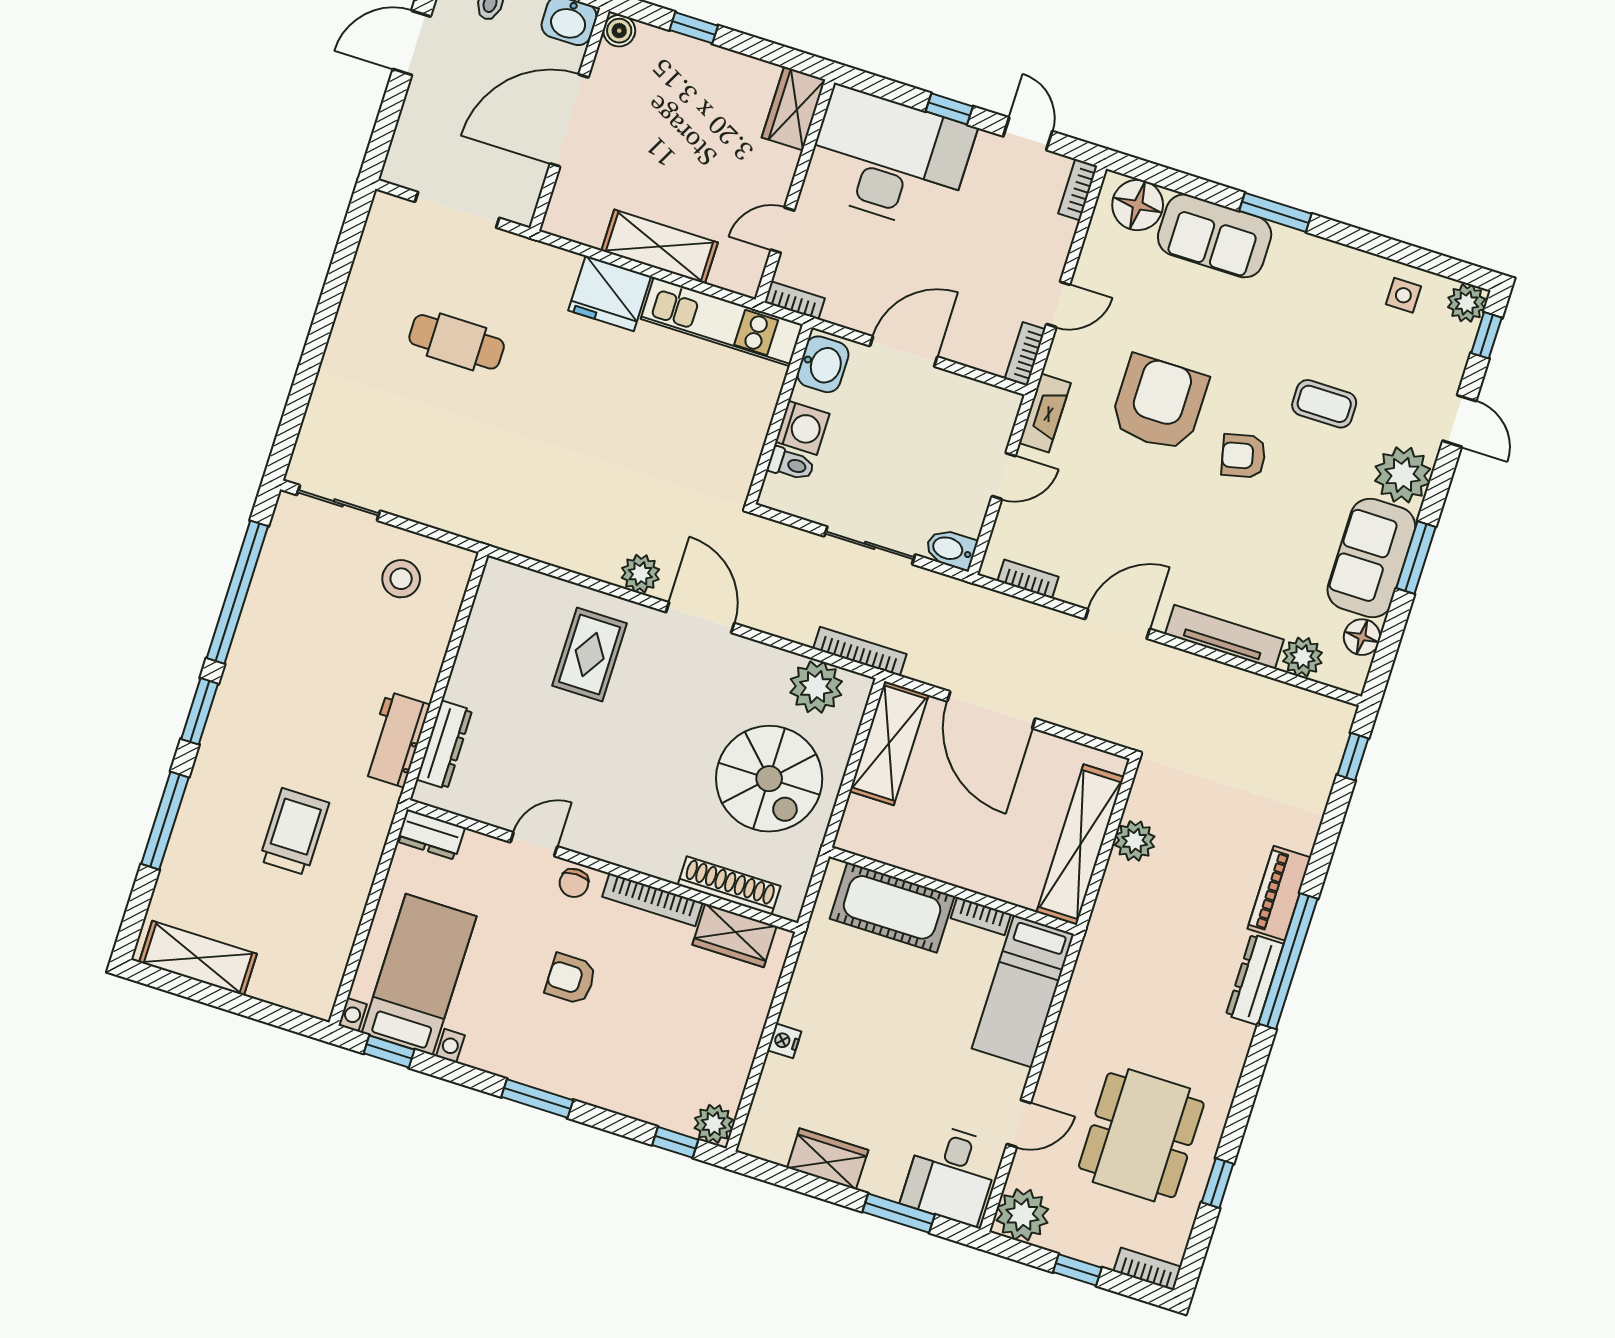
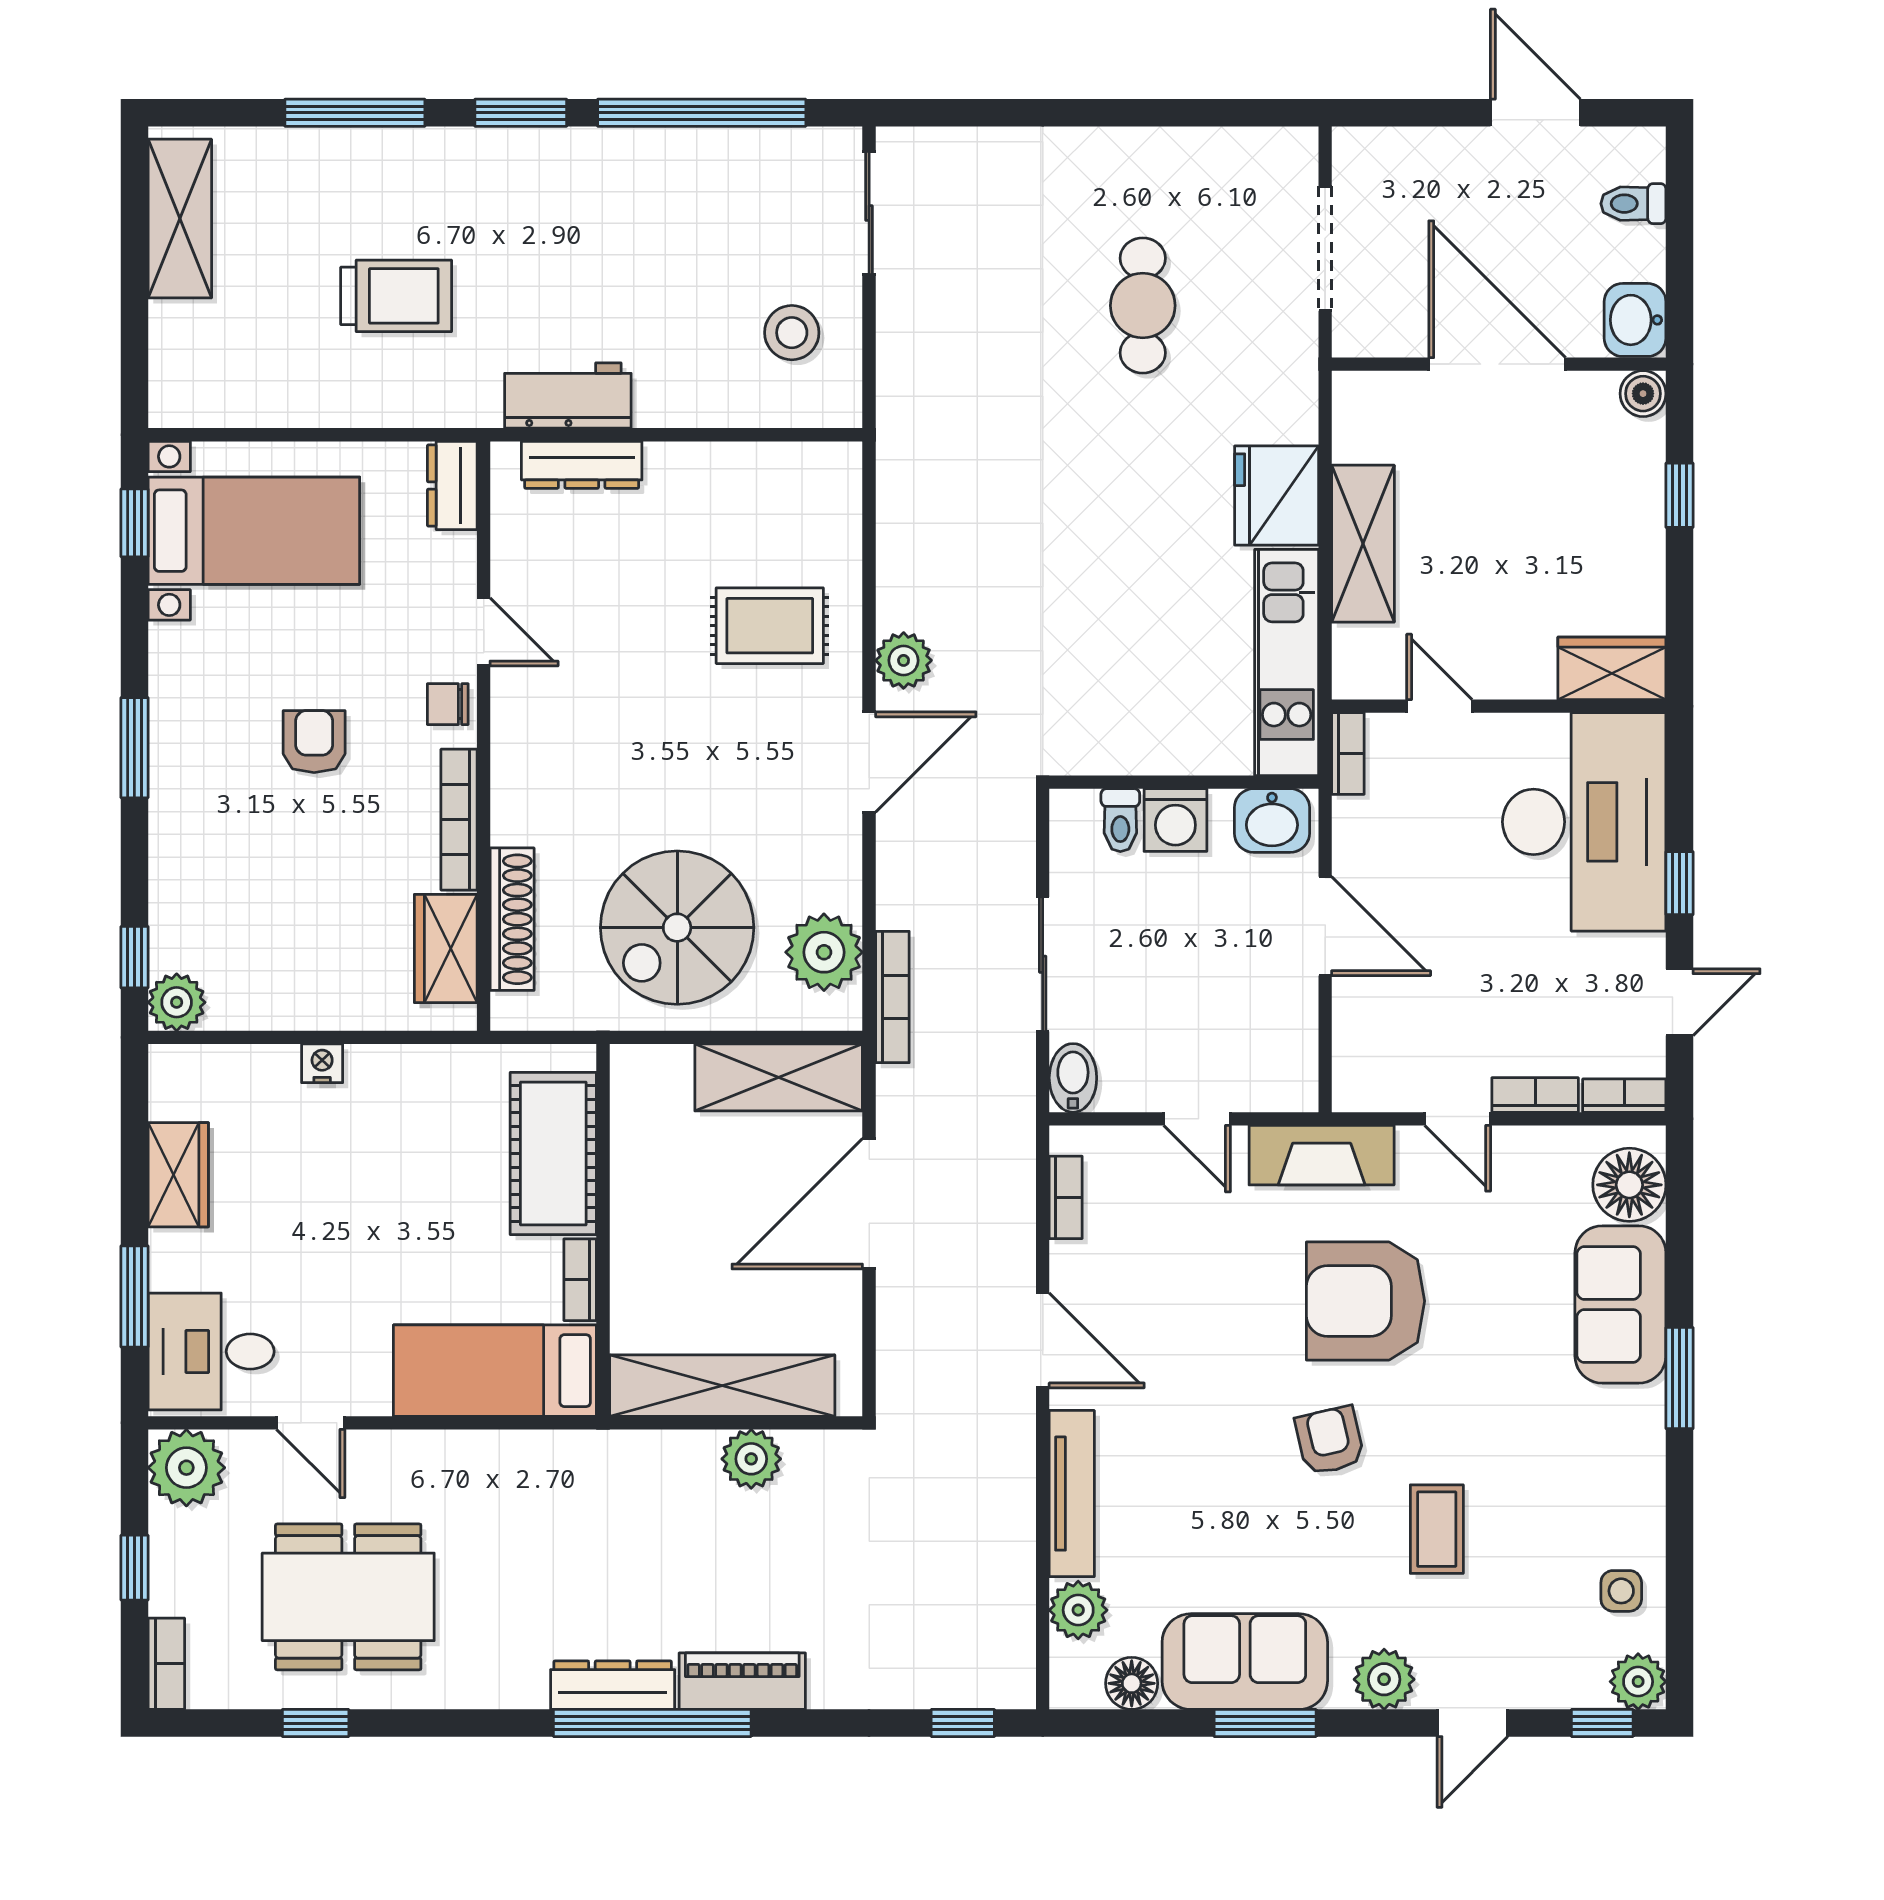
bookcase: (1025, 354) -> (1535, 1095), moved
armchair: (1159, 403) -> (1365, 1301), turned 180
fireplace: (1045, 413) -> (1322, 1155), width x1.37, depth x1.32
plant: (1403, 475) -> (1384, 1679), width x0.73, depth x0.73

